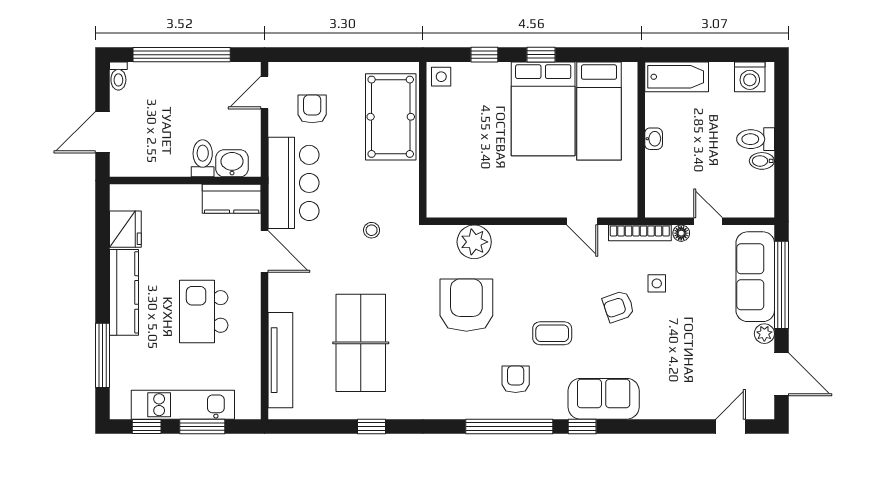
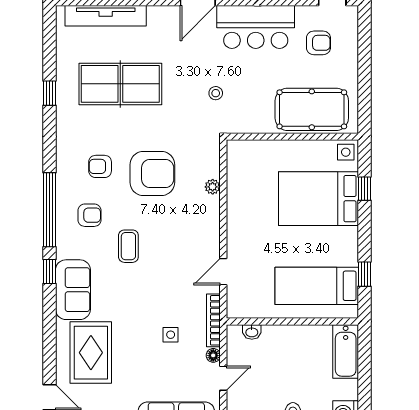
window: (541, 55) -> (364, 274), moved
bed: (543, 109) -> (319, 199), moved
washbasin: (654, 139) -> (252, 332), moved
plant: (474, 242) -> (213, 187), width x0.53, depth x0.53
armchair: (618, 306) -> (100, 166), moved, turned -71
rug: (678, 378) -> (91, 353), added

